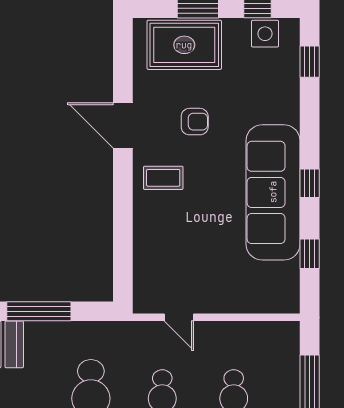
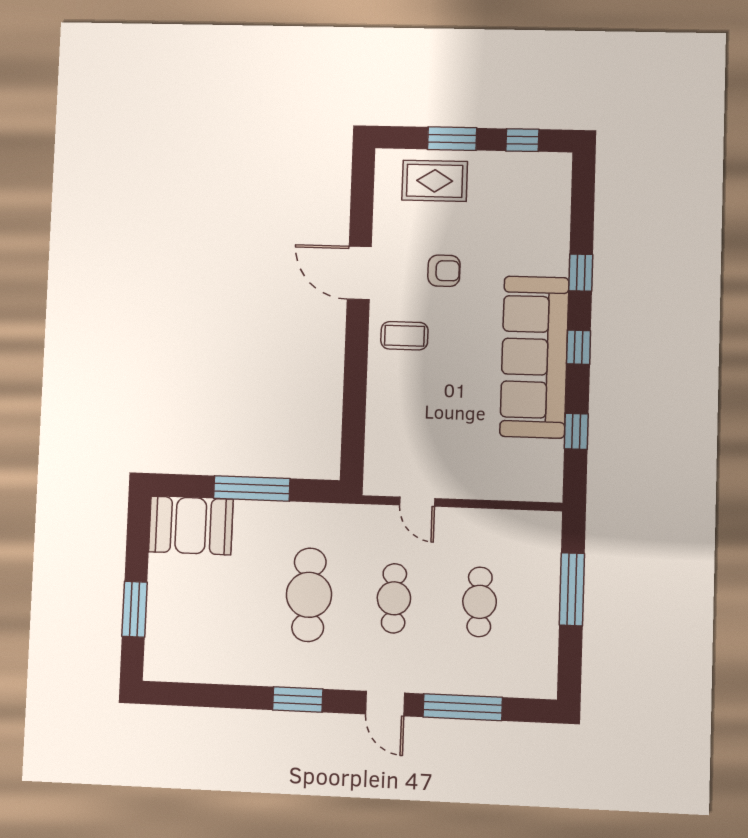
side table: (265, 34) -> (530, 170), removed
rug: (184, 45) -> (435, 181), width x0.73, depth x0.70
window: (310, 62) -> (581, 273), moved

